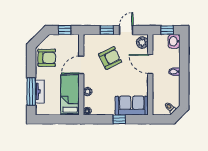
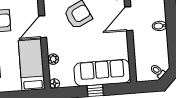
door: (150, 64) -> (129, 19), hinge flipped
sofa: (132, 106) -> (102, 73), width x1.36

